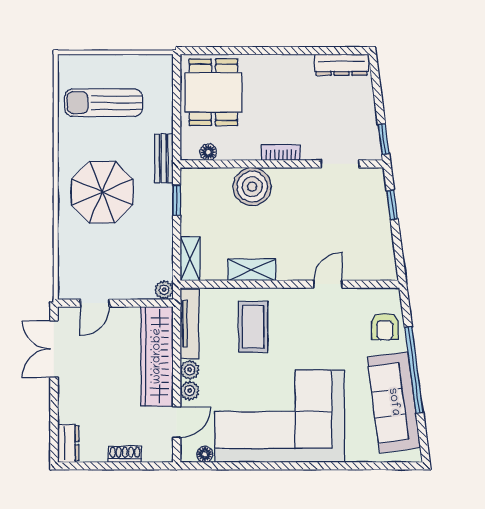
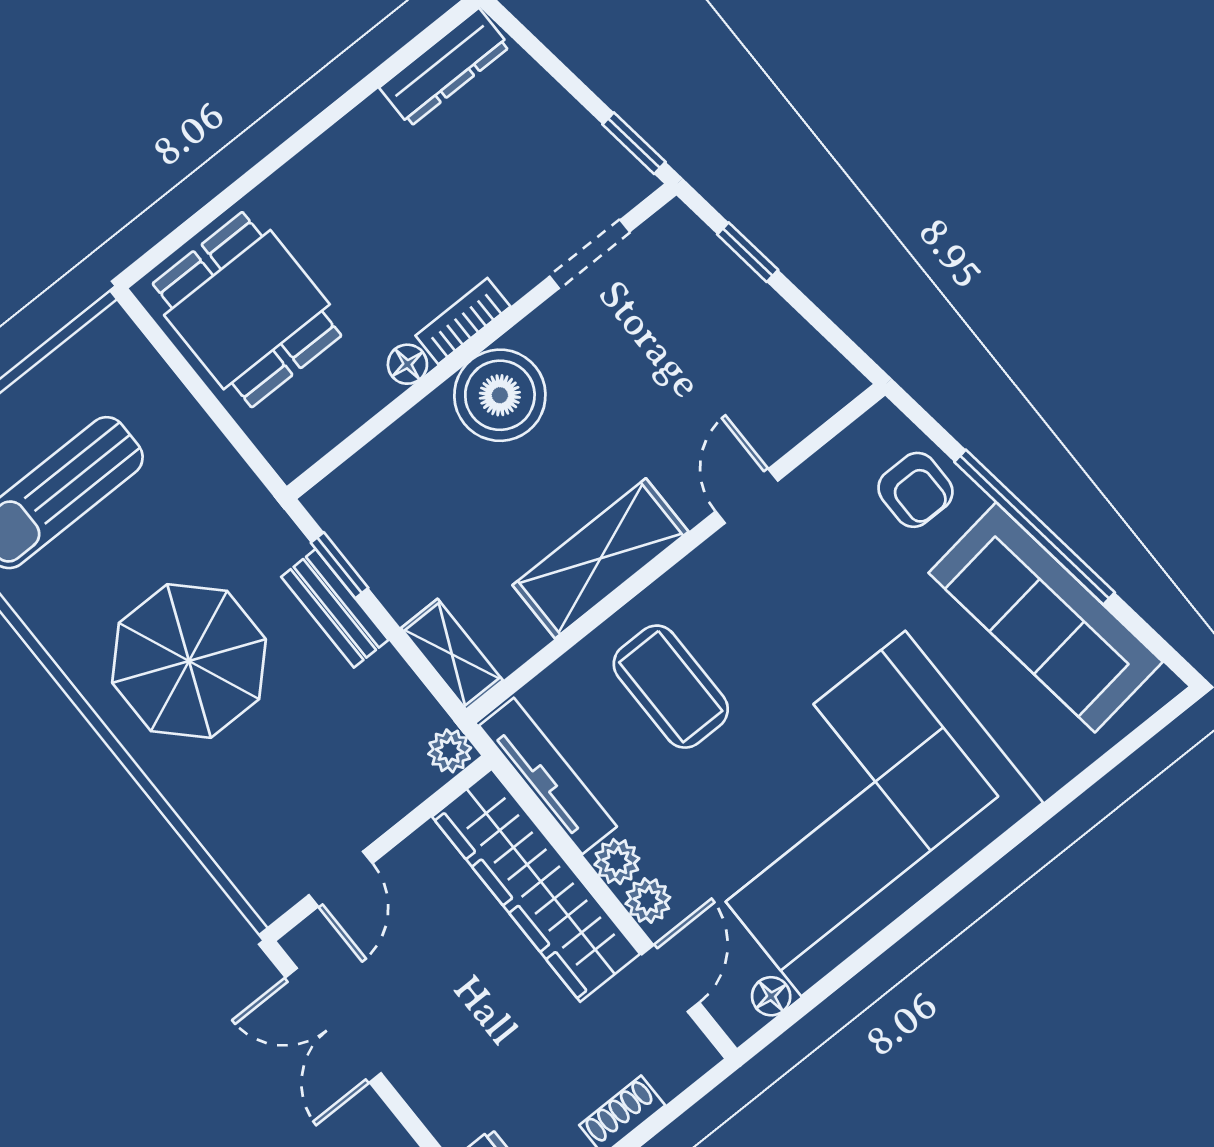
floor lamp: (208, 152) -> (407, 364), moved
bench: (164, 158) -> (335, 608), moved
boiler: (252, 187) -> (500, 395), moved
shelving: (252, 270) -> (600, 558), width x1.50, depth x1.33

